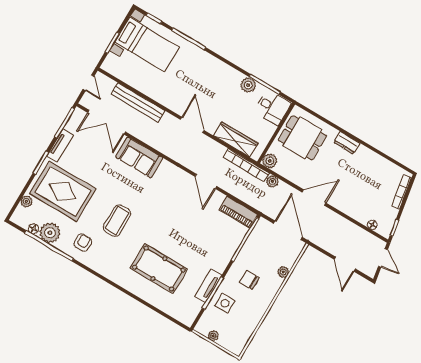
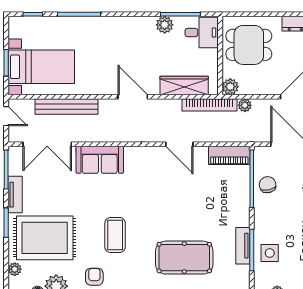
bed with nightstands: (147, 45) -> (41, 67), moved
chair: (249, 280) -> (268, 185), moved, turned 78

